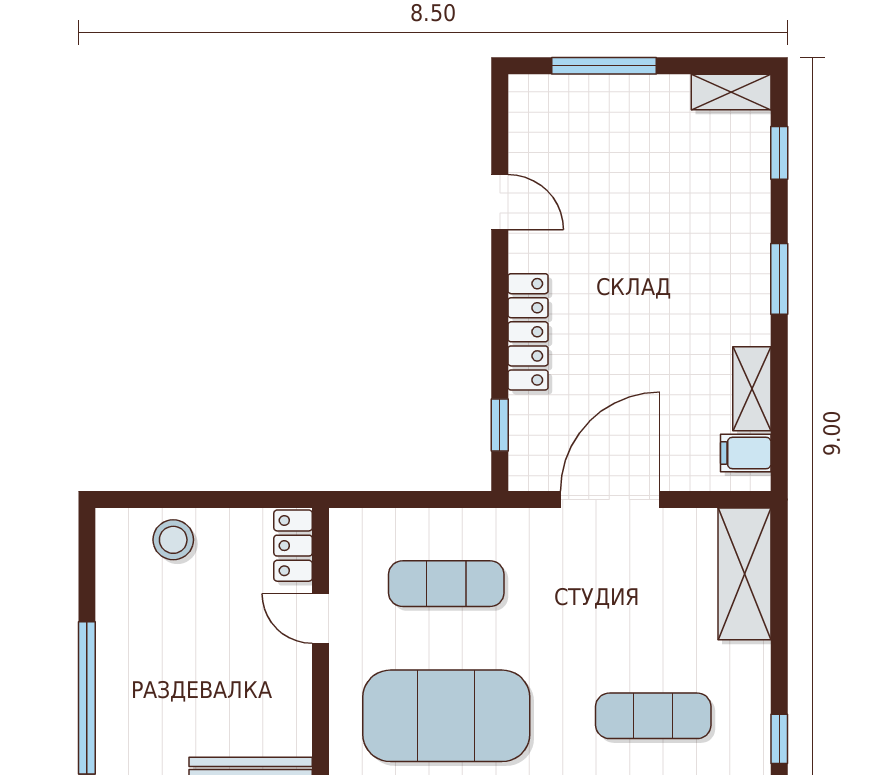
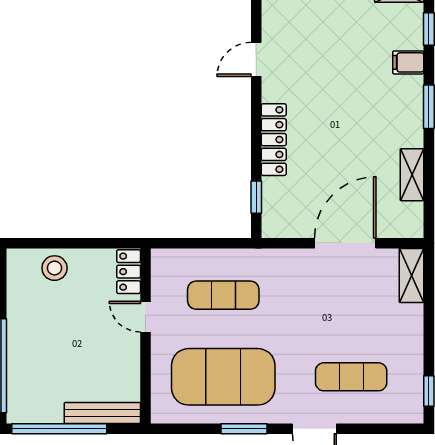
door: (500, 202) -> (256, 59), swing flipped
filing cabinet: (746, 453) -> (408, 62), moved
door: (610, 500) -> (345, 243), moved
shelving: (744, 574) -> (411, 276), width x0.67, depth x0.75

